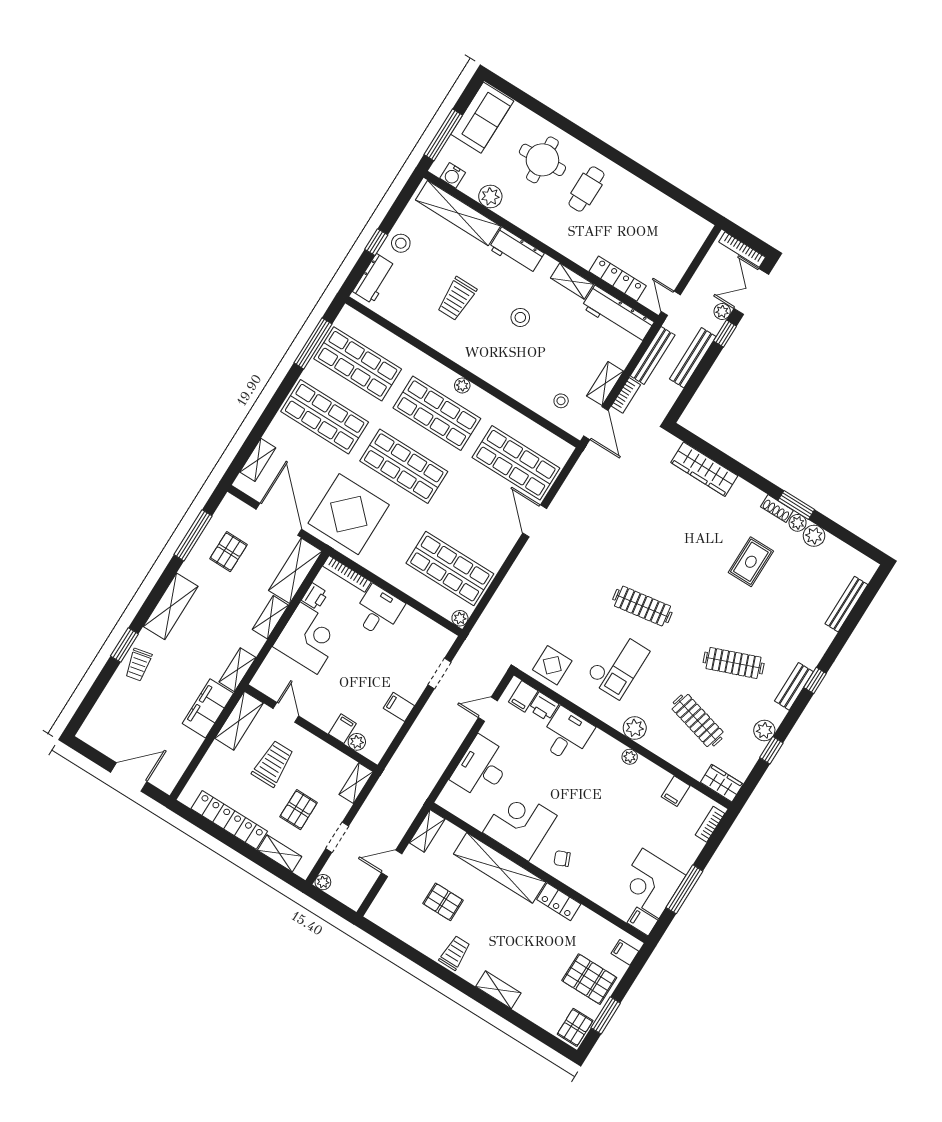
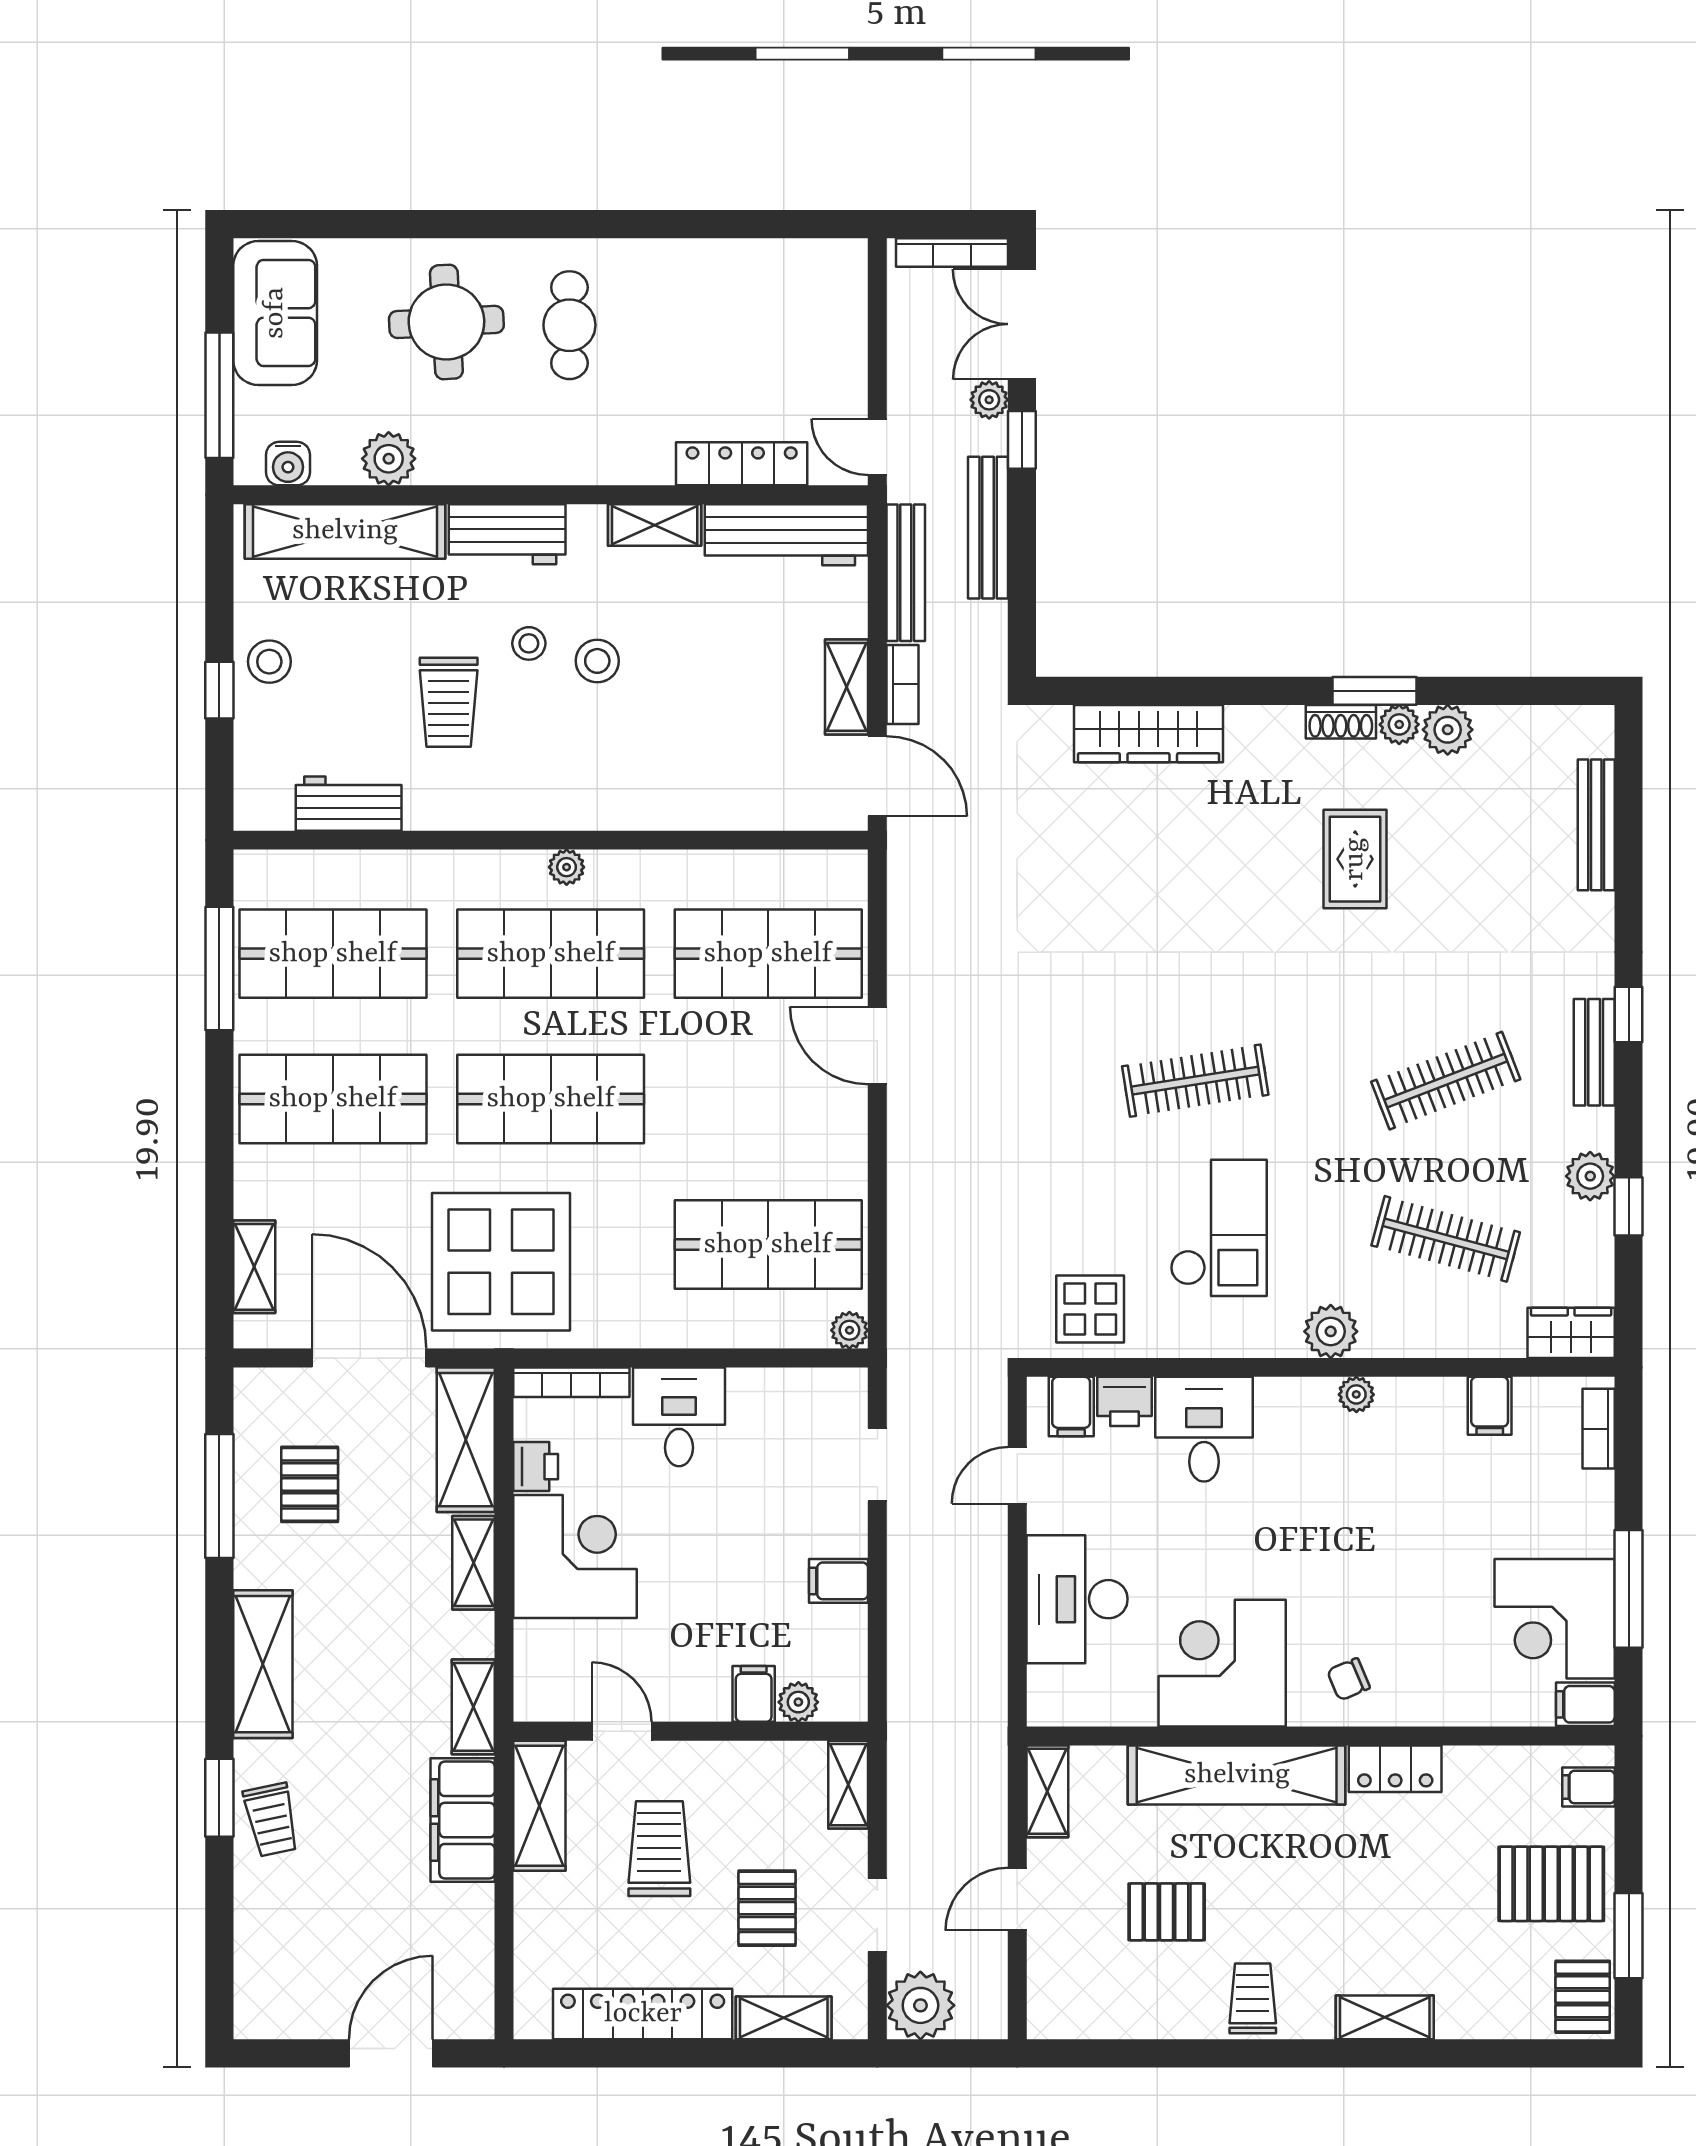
workbench: (374, 279) -> (349, 804), moved, turned -90
stool: (561, 401) -> (529, 643), moved
plant: (323, 882) -> (920, 2005), width x1.88, depth x1.88

